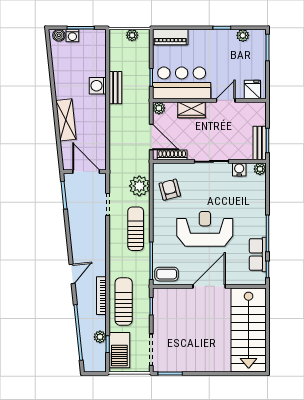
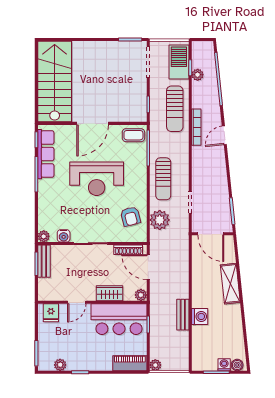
plant: (132, 35) -> (155, 365), moved
row of seats: (258, 254) -> (46, 154), width x1.48
bookcase: (101, 296) -> (196, 127), moved

